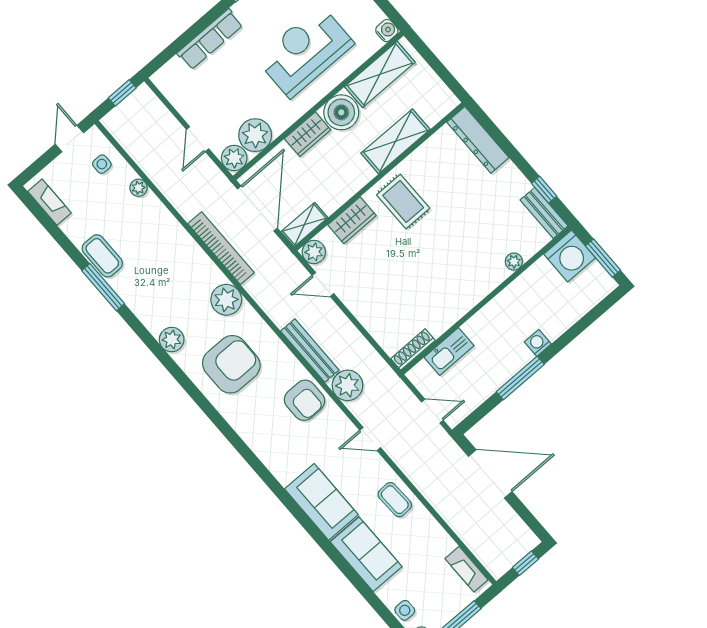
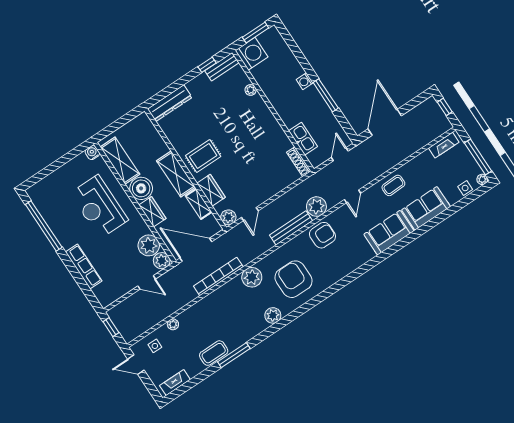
shelving: (395, 141) -> (176, 174), moved
shelving: (304, 225) -> (199, 204), moved

